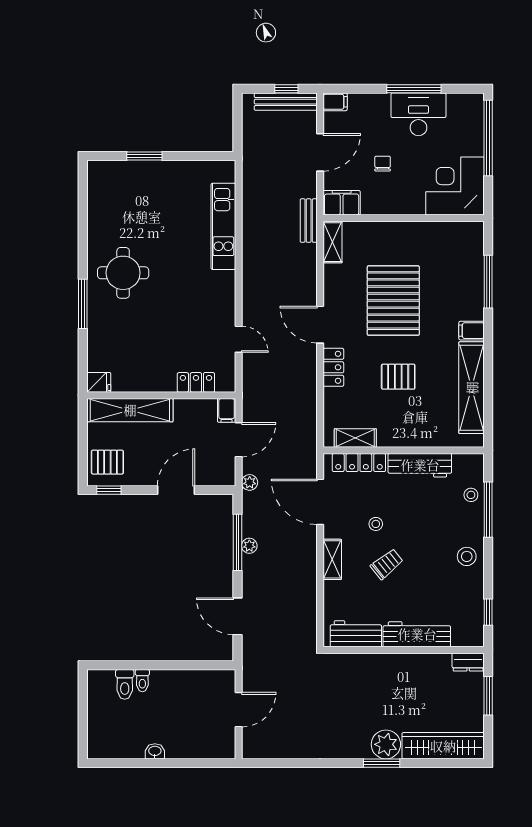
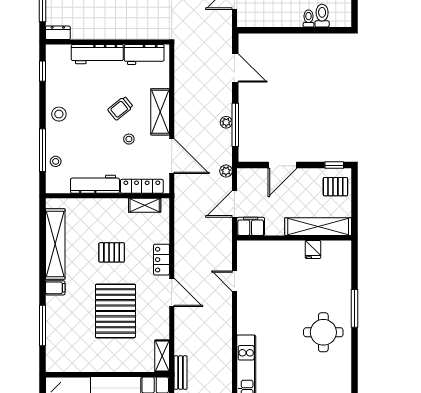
fridge: (99, 382) -> (313, 250), moved, turned -90
locker: (196, 382) -> (267, 248), removed
filing cabinet: (227, 410) -> (251, 226), width x2.00
shelving: (332, 559) -> (160, 112), width x1.50, depth x1.33

